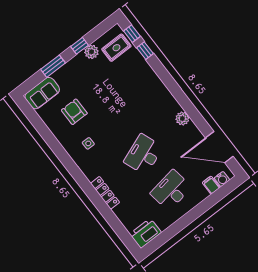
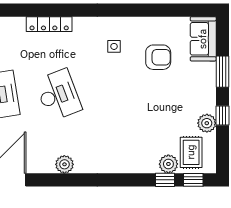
plant: (134, 56) -> (168, 164), added

